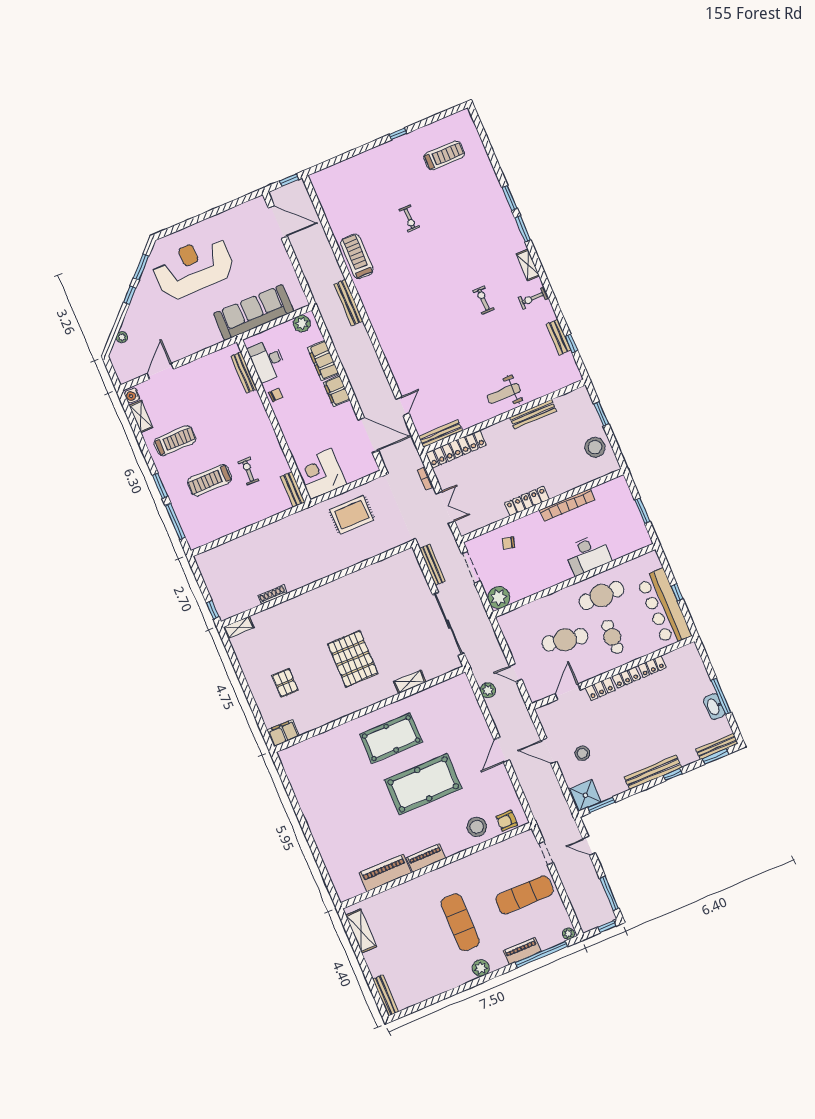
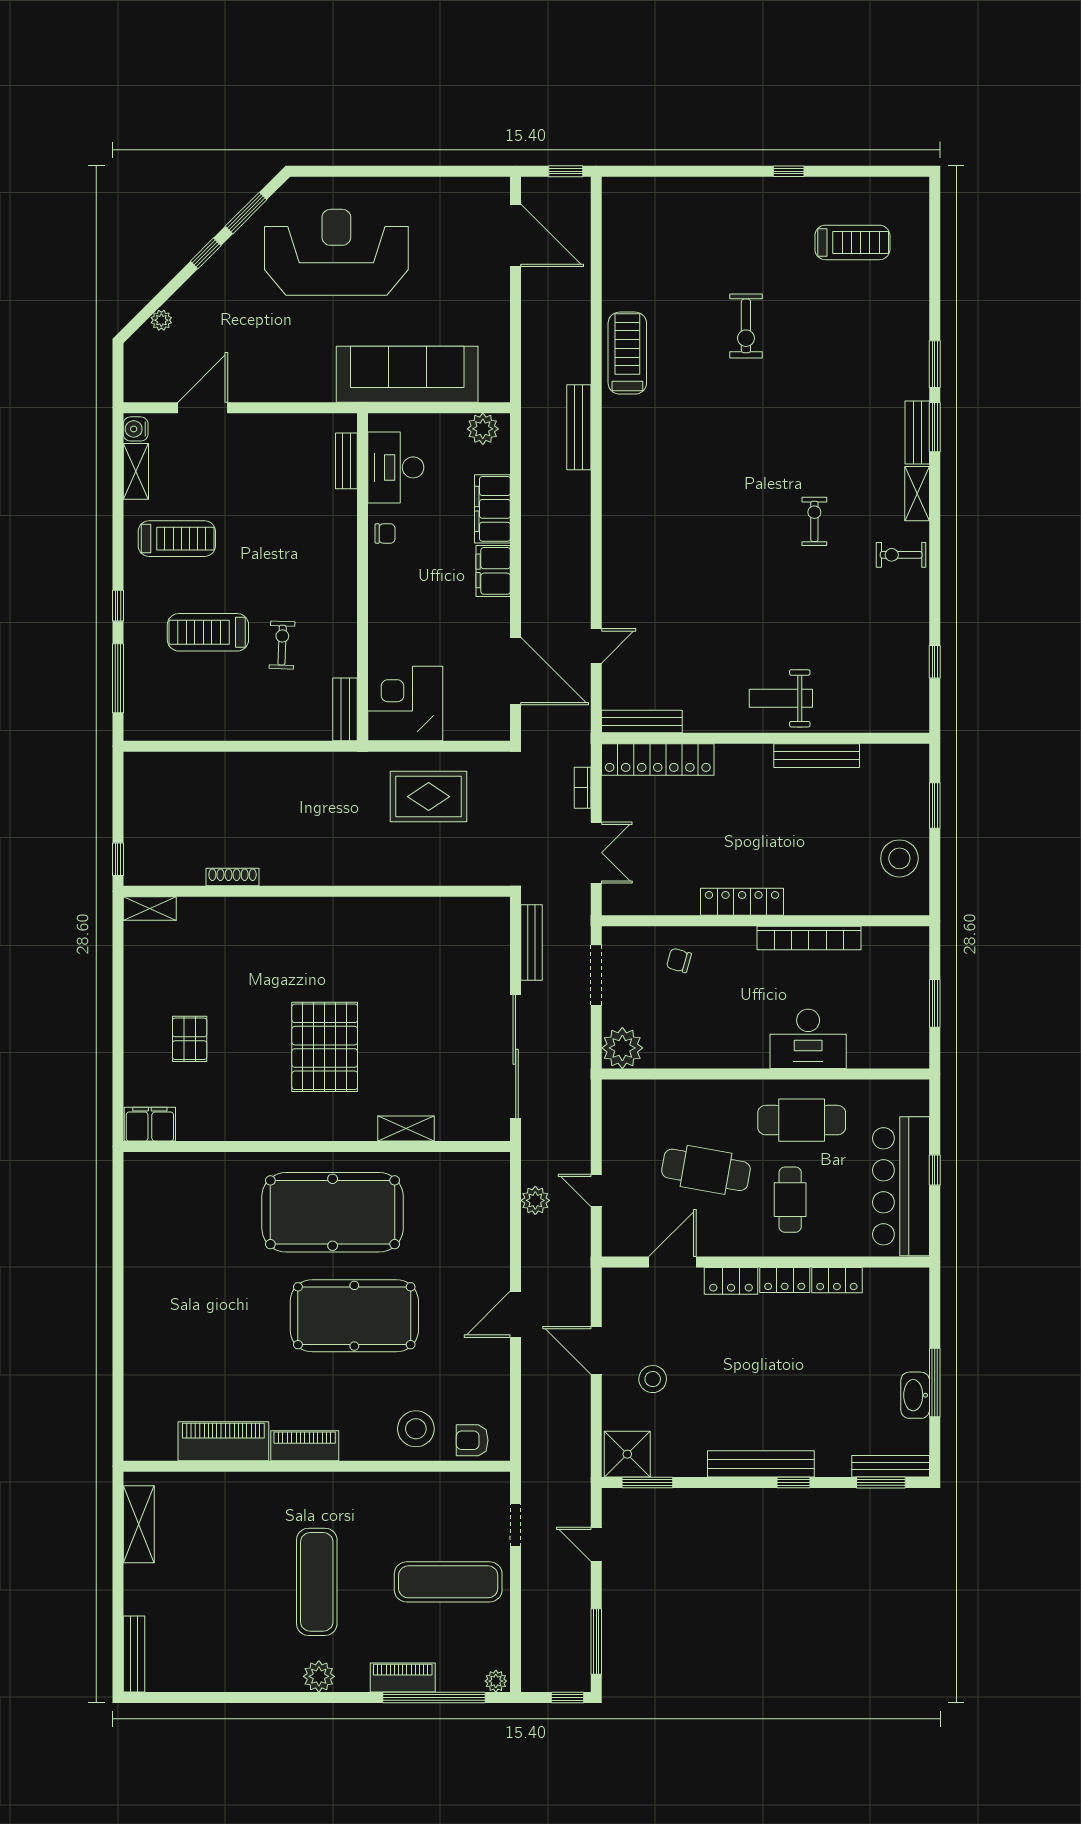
exercise bike: (409, 218) -> (746, 326), width x1.38, depth x1.39
bench: (559, 337) -> (917, 433), moved
bench: (244, 373) -> (346, 461), width x0.73
window: (160, 486) -> (118, 606), width x0.67
pool table: (391, 738) -> (333, 1212), width x1.36, depth x1.32

